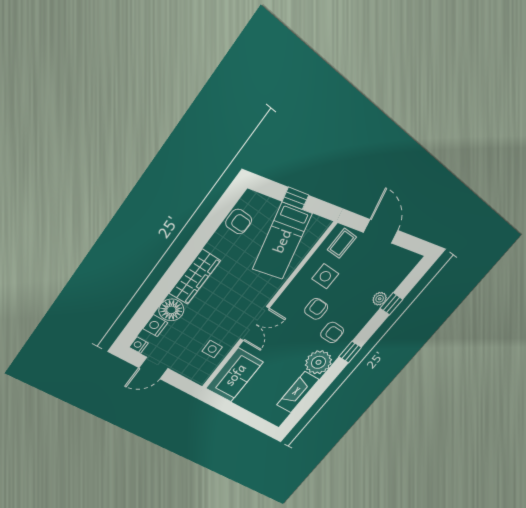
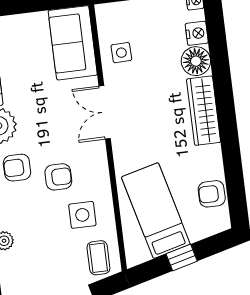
armchair: (316, 309) -> (58, 177), turned -90

